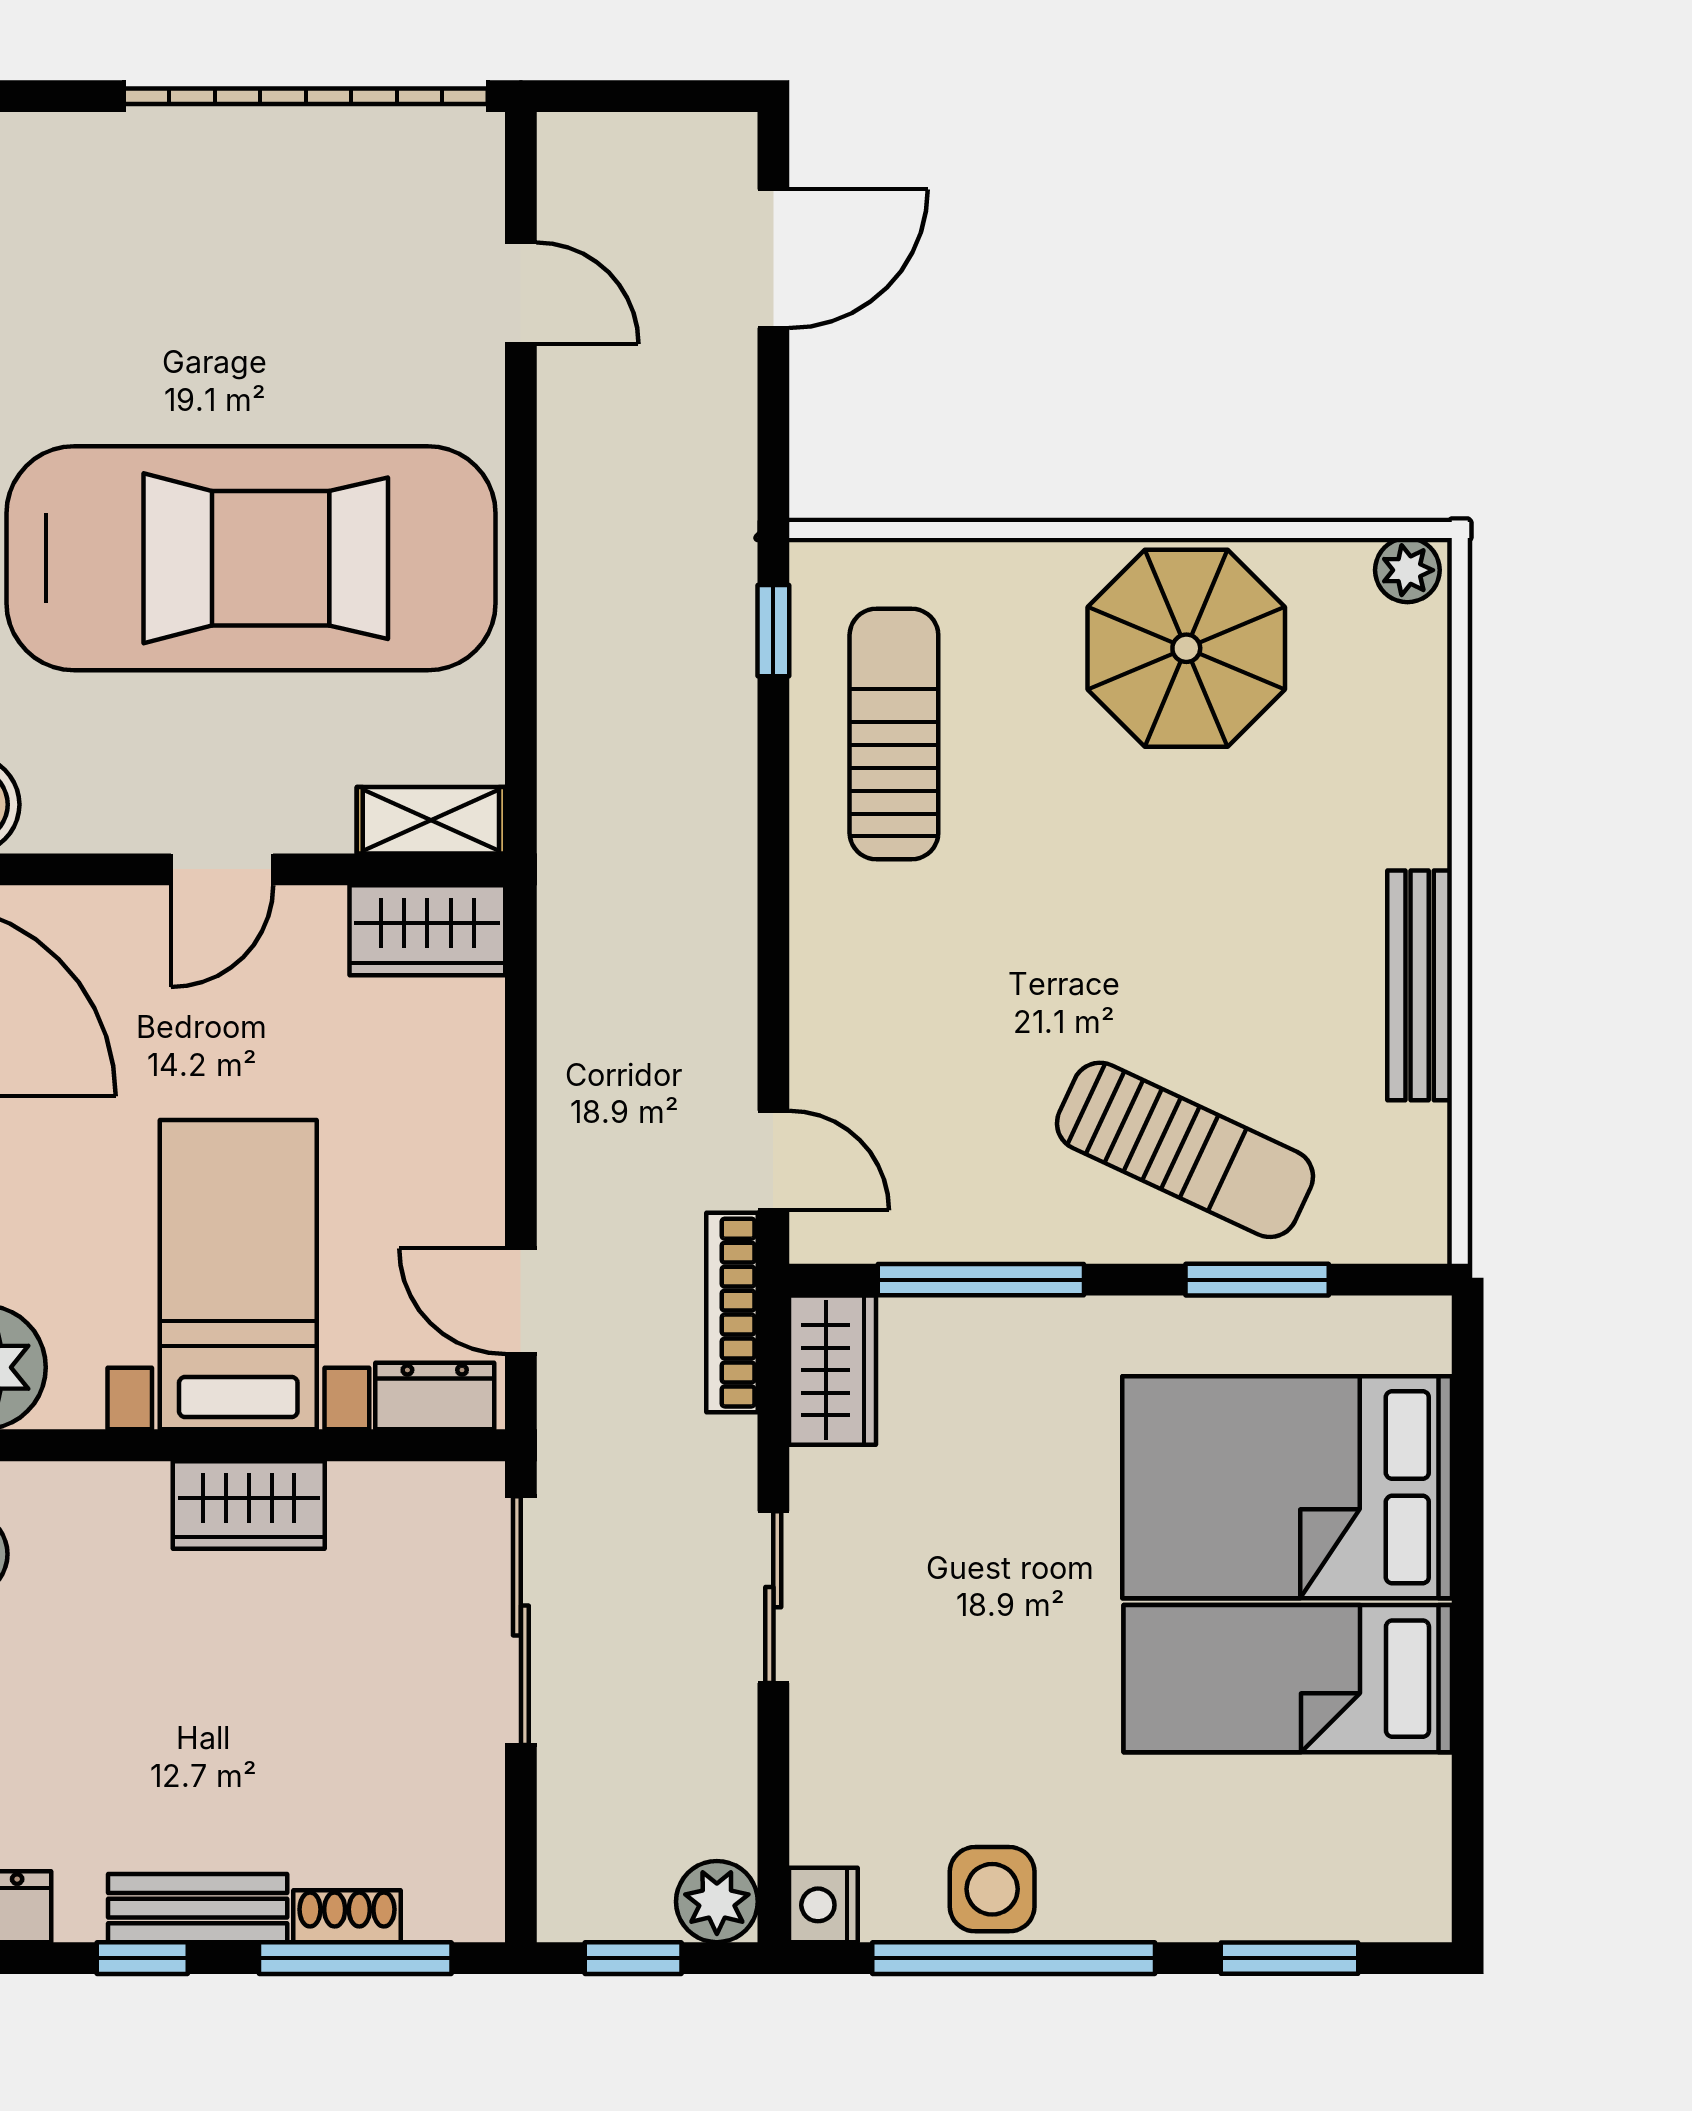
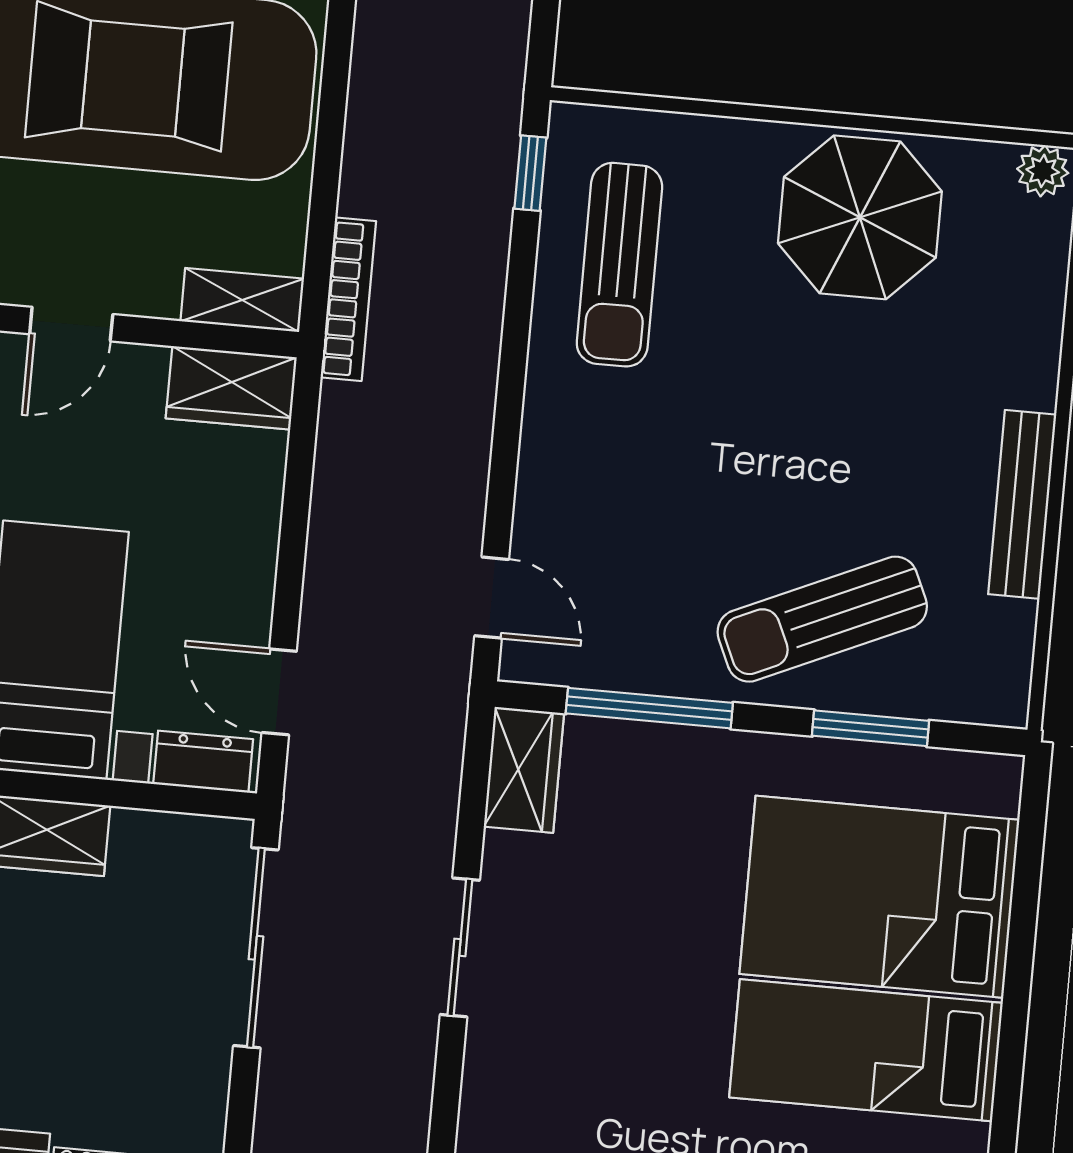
sun lounger: (894, 734) -> (619, 265), turned 180
sun lounger: (1185, 1150) -> (822, 619), turned 131
bookcase: (732, 1313) -> (348, 299), moved, turned 180

